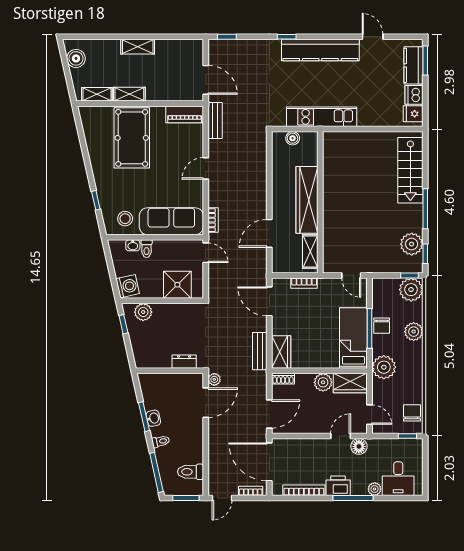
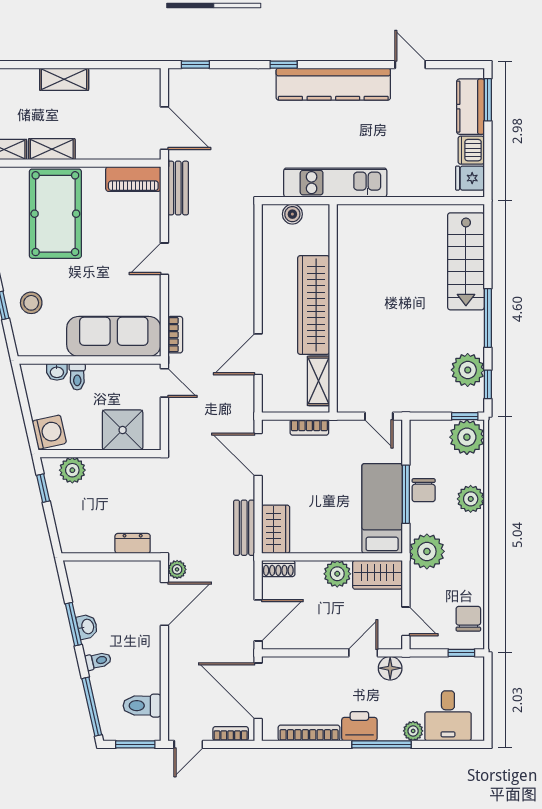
stool: (125, 219) -> (31, 303), moved

